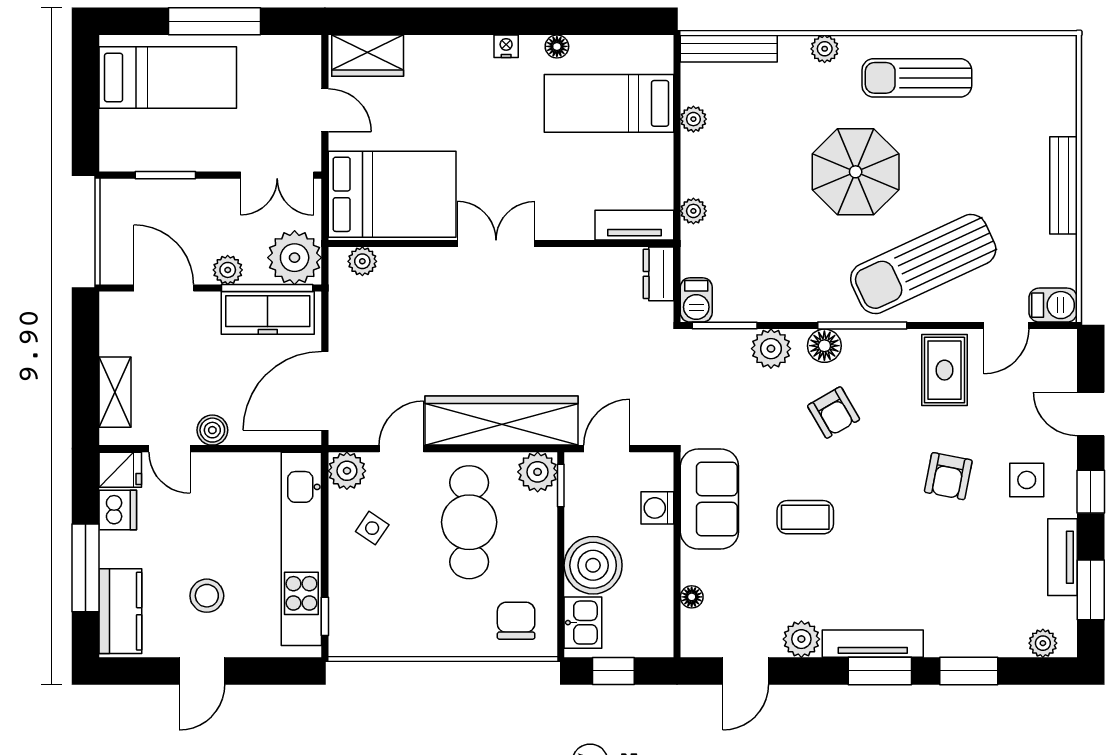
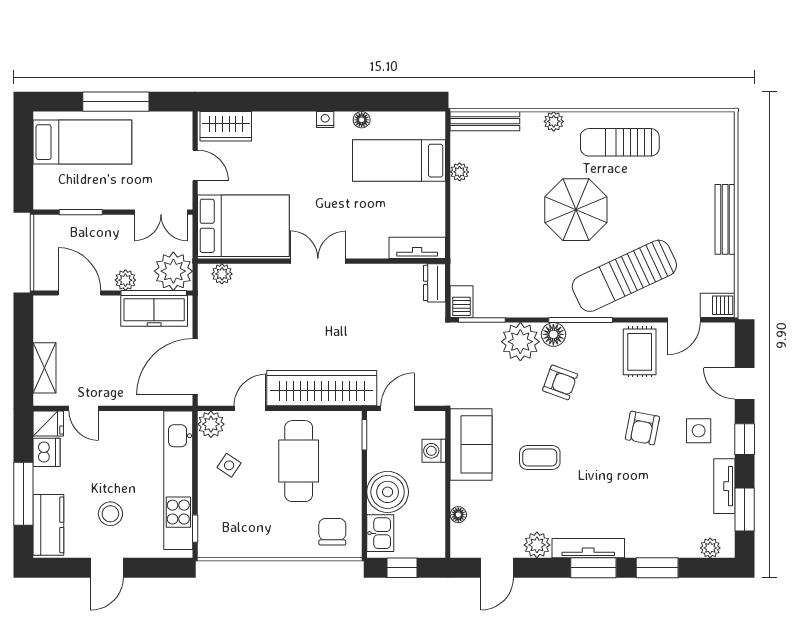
plant: (693, 211) -> (460, 238), removed
plant: (771, 349) -> (520, 342), width x1.36, depth x1.36
armchair: (834, 413) -> (560, 382), turned -40
boiler: (212, 430) -> (114, 395), removed
plant: (538, 472) -> (348, 425), removed

